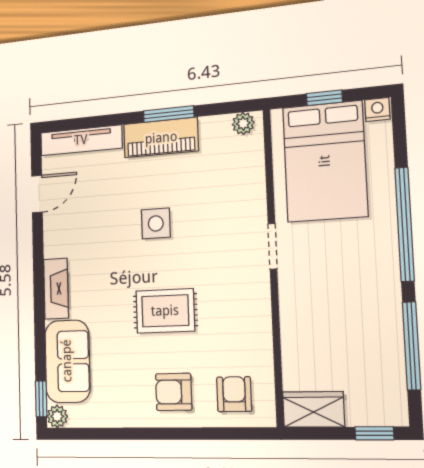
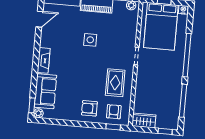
rug: (165, 311) -> (115, 83), moved, turned 90
window: (237, 433) -> (113, 127), added

